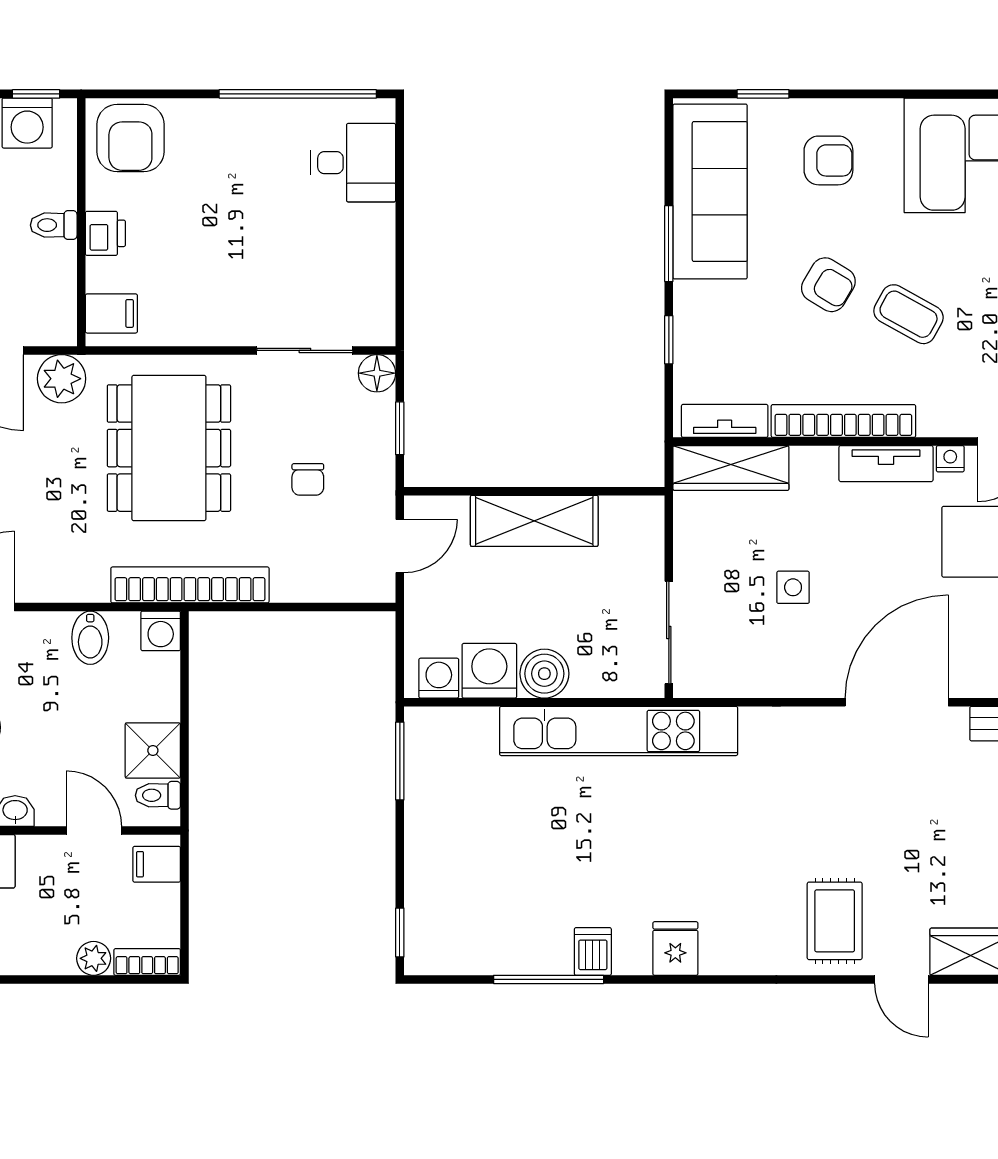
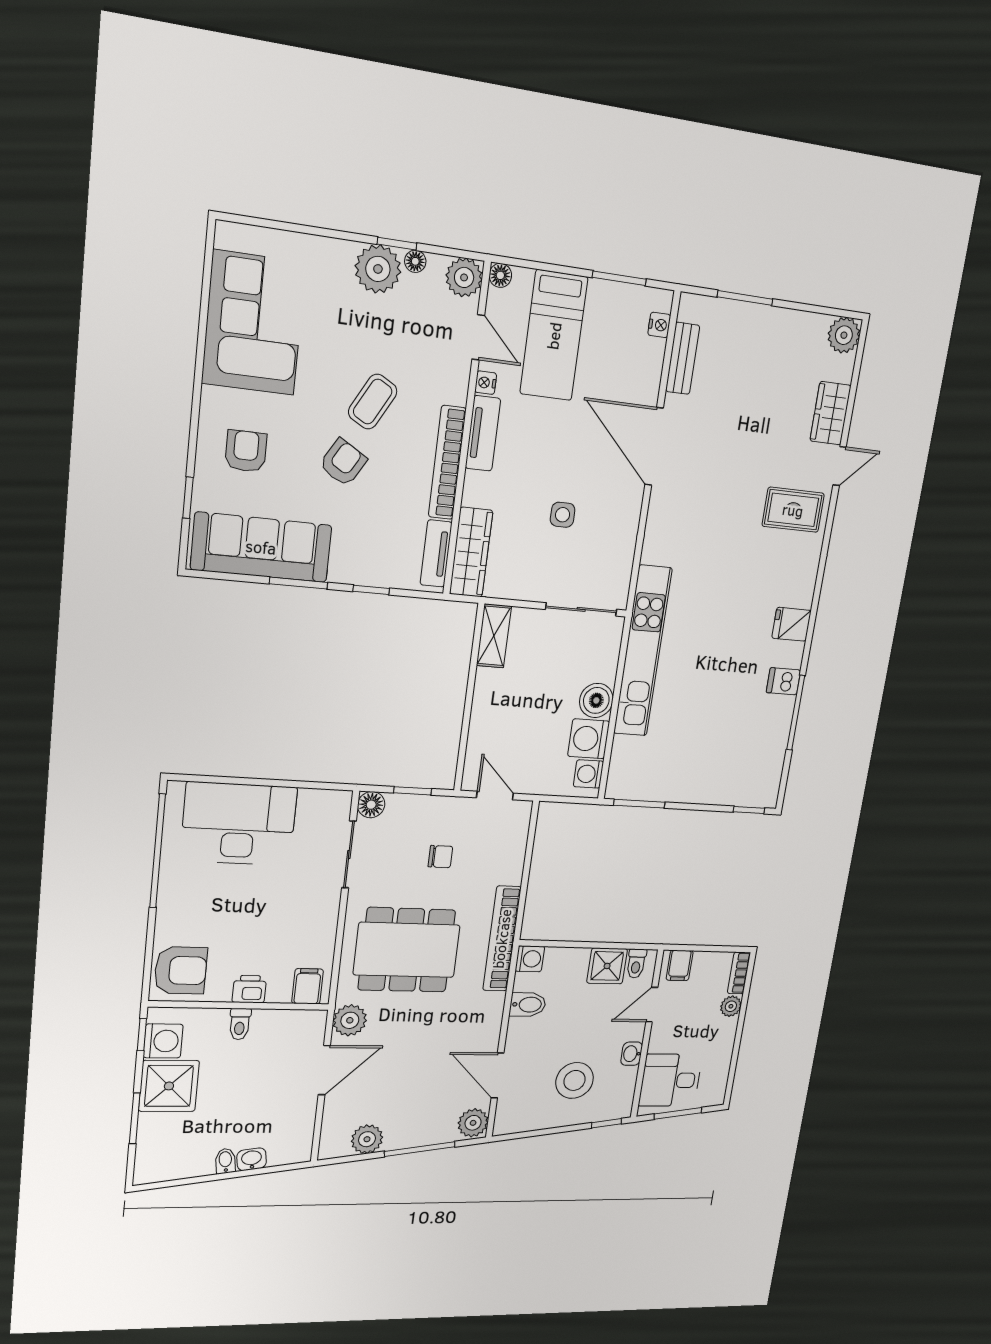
desk: (353, 163) -> (239, 824), width x1.87, depth x1.30
shelving: (534, 521) -> (494, 636), moved, width x0.67, depth x0.75

